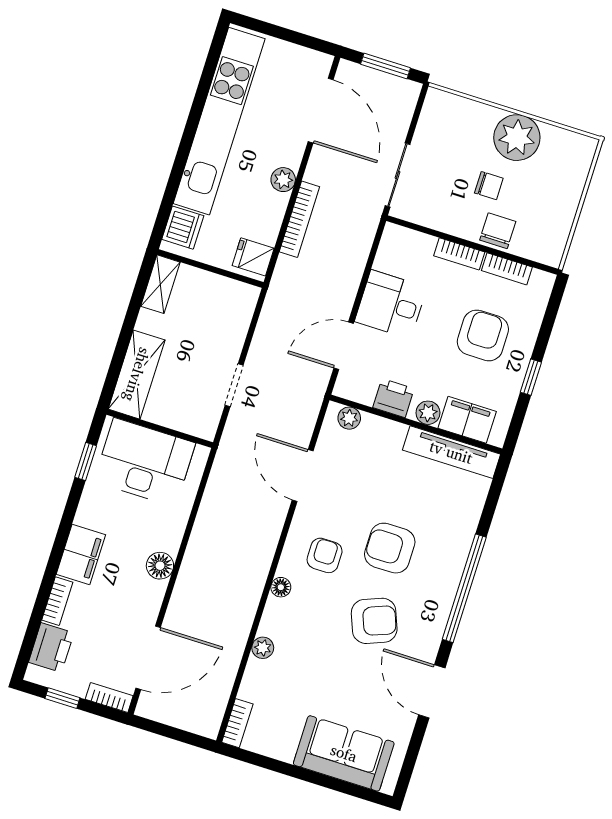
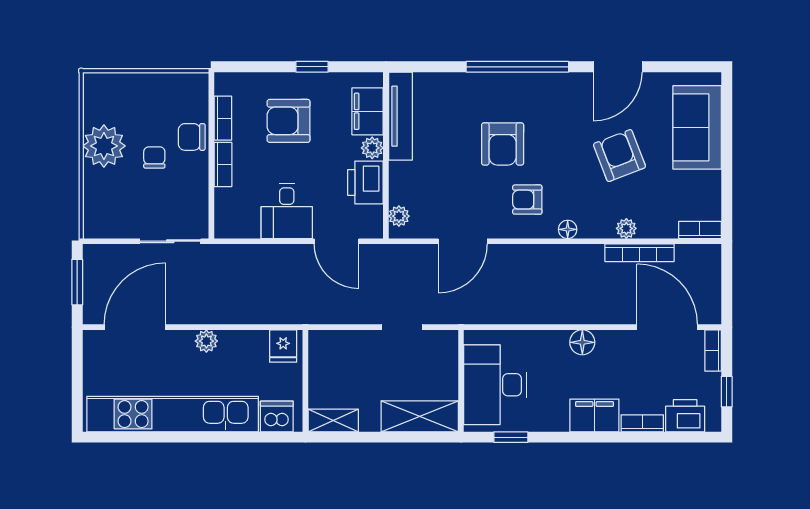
bookcase: (299, 219) -> (640, 253), moved, turned 180
printer: (393, 398) -> (365, 182), width x1.36, depth x1.24
armchair: (374, 621) -> (619, 156), moved

